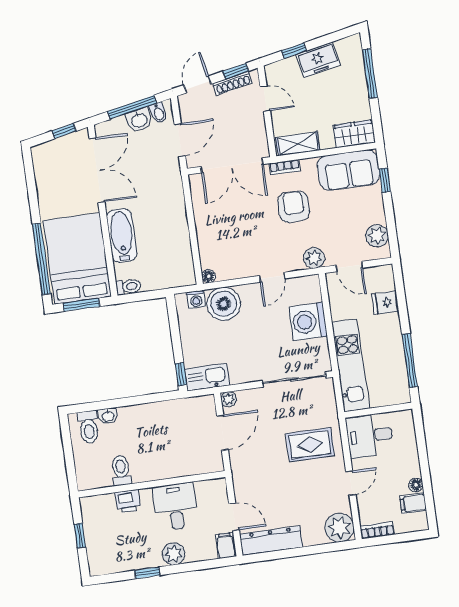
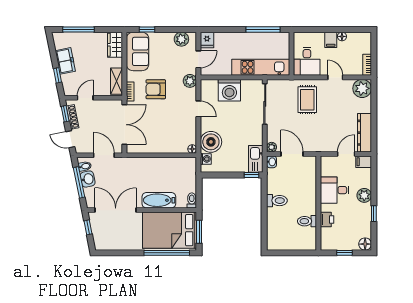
fridge: (385, 303) -> (207, 40), moved
washbasin: (108, 416) -> (271, 162), moved
toilet: (89, 427) -> (277, 201), moved
filing cabinet: (413, 503) -> (331, 40), moved
floor lamp: (98, 566) -> (365, 244), added

